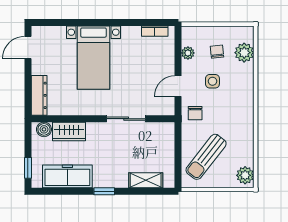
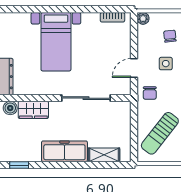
plant: (188, 53) -> (143, 18), moved
sliding door: (126, 119) -> (86, 98), width x1.37
freezer: (67, 176) -> (64, 151), moved
window: (104, 191) -> (19, 165), moved

